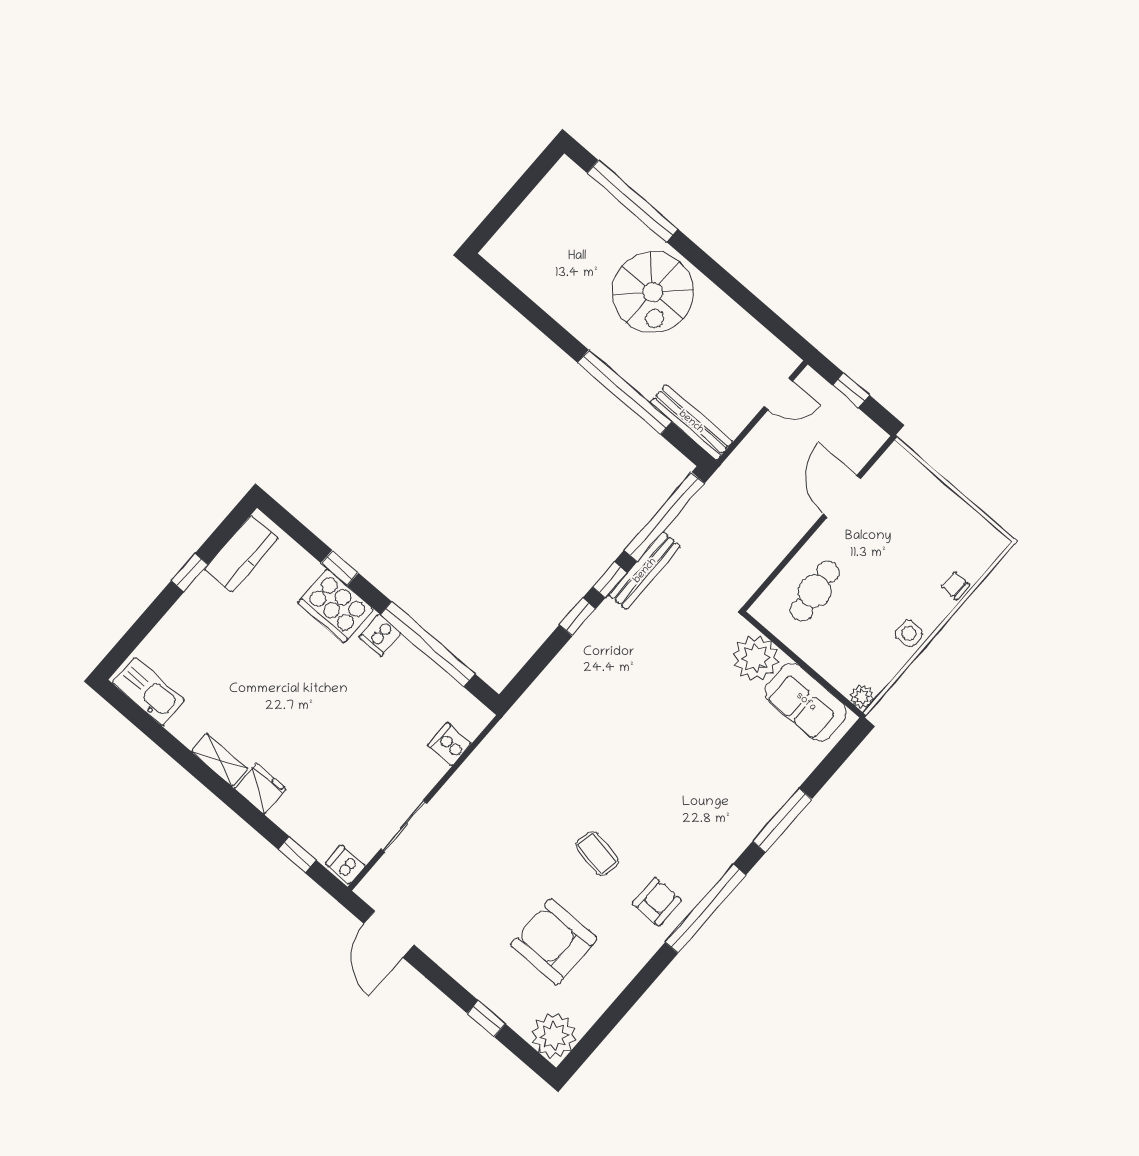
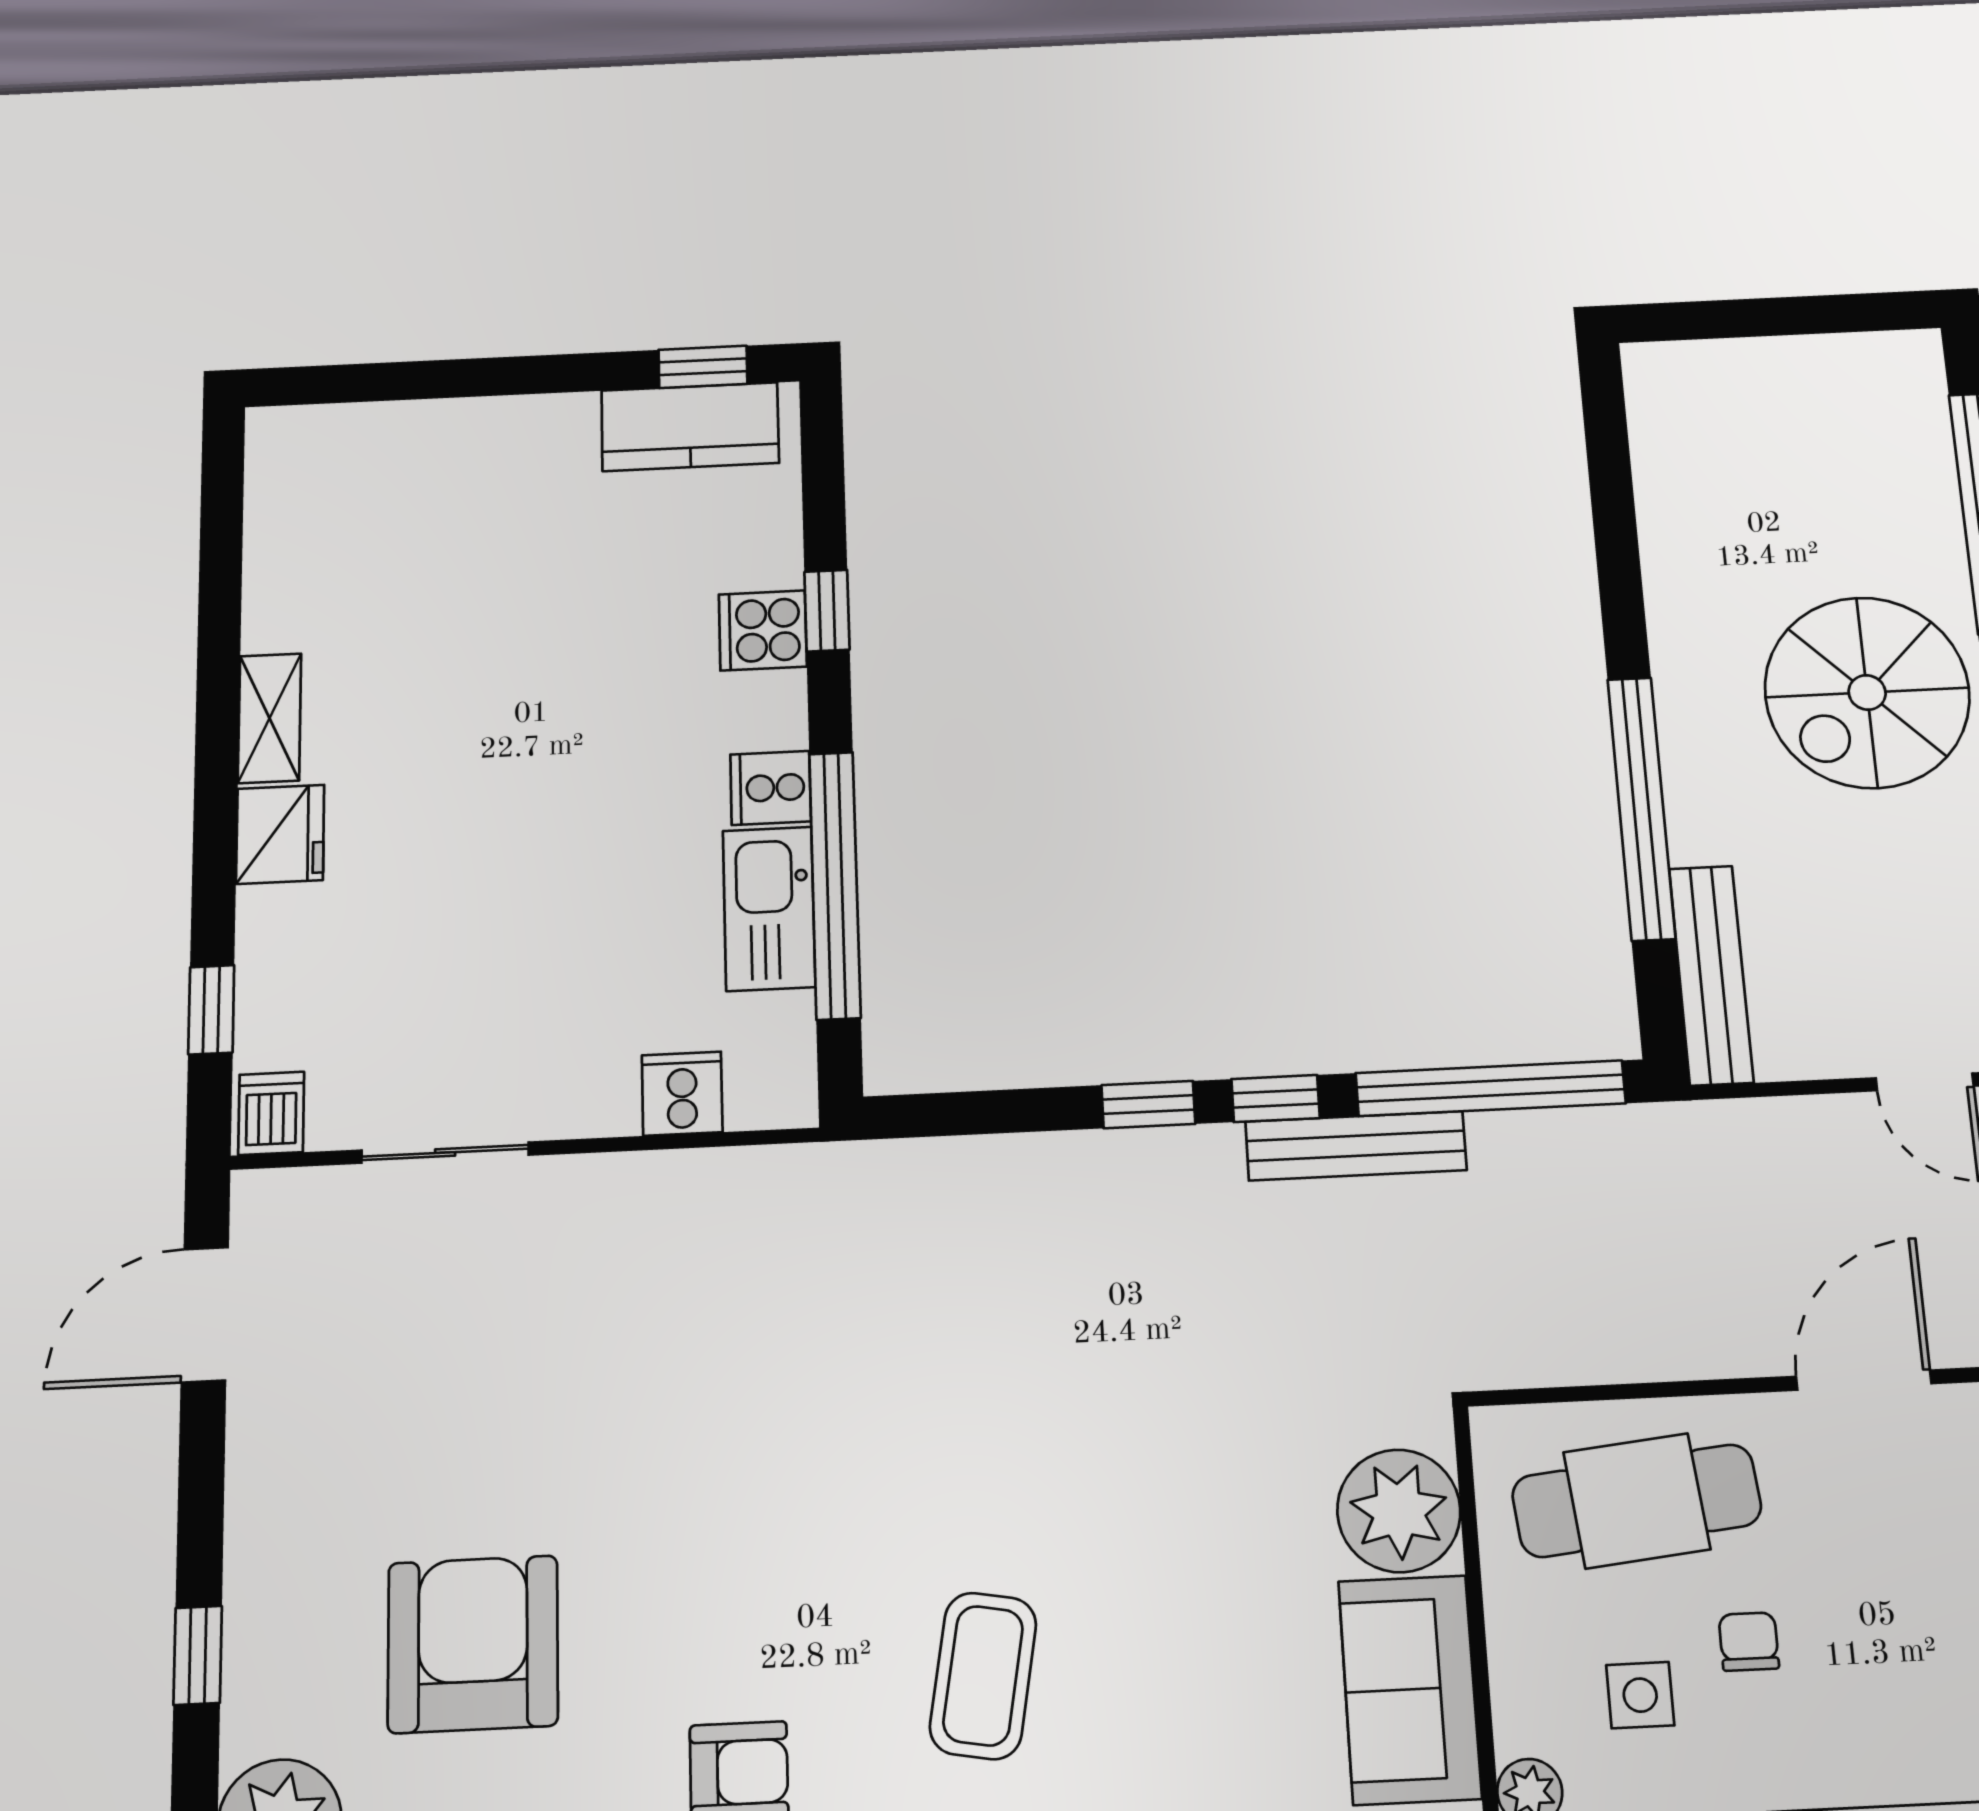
window: (190, 573) -> (703, 367), moved
chair: (955, 586) -> (1749, 1642), moved
cafe table: (815, 591) -> (1637, 1501), width x1.37, depth x1.35
cooker: (335, 606) -> (763, 630), width x0.53, depth x0.76
side table: (909, 633) -> (1640, 1695), moved
kitchen sink: (149, 691) -> (769, 909), moved, turned 180
coffee table: (597, 853) -> (983, 1676), moved, width x1.36, depth x1.30

